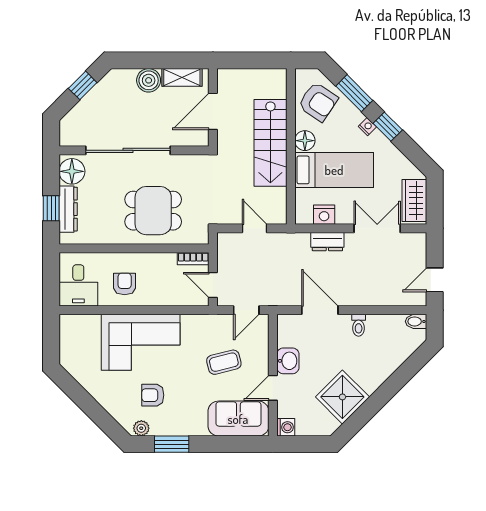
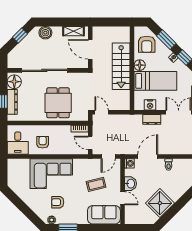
boiler: (149, 80) -> (45, 33), moved
armchair: (318, 102) -> (147, 44), turned 56
door: (213, 111) -> (90, 49), hinge flipped
dining table: (153, 211) -> (58, 103), turned 90
door: (254, 228) -> (102, 112), moved
door: (320, 310) -> (148, 156), hinge flipped
door: (273, 388) -> (122, 198), swing flipped
washing machine: (286, 427) -> (129, 163), moved

